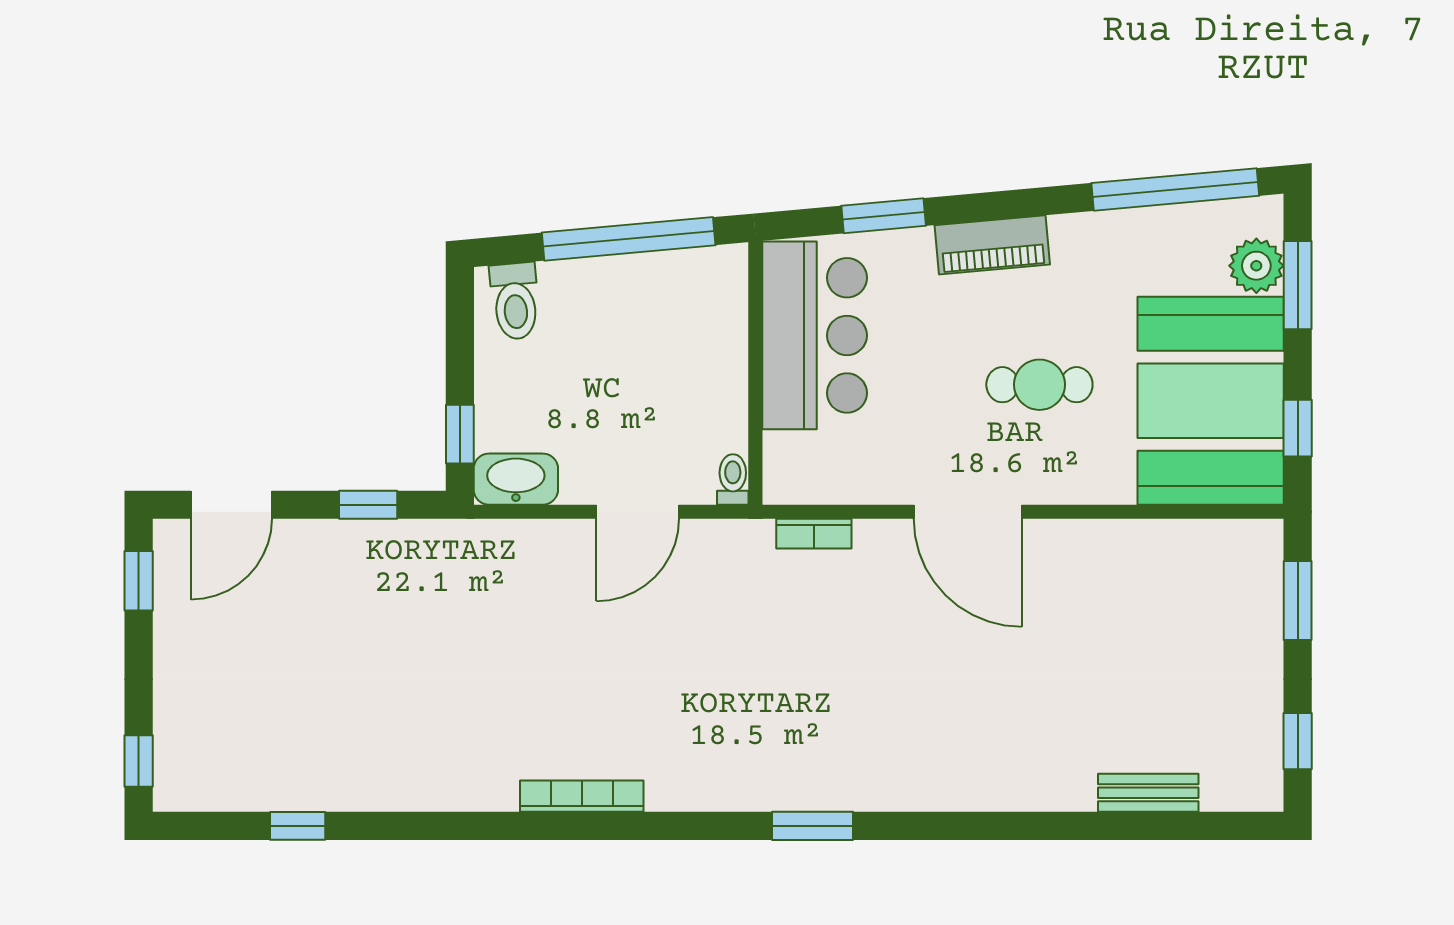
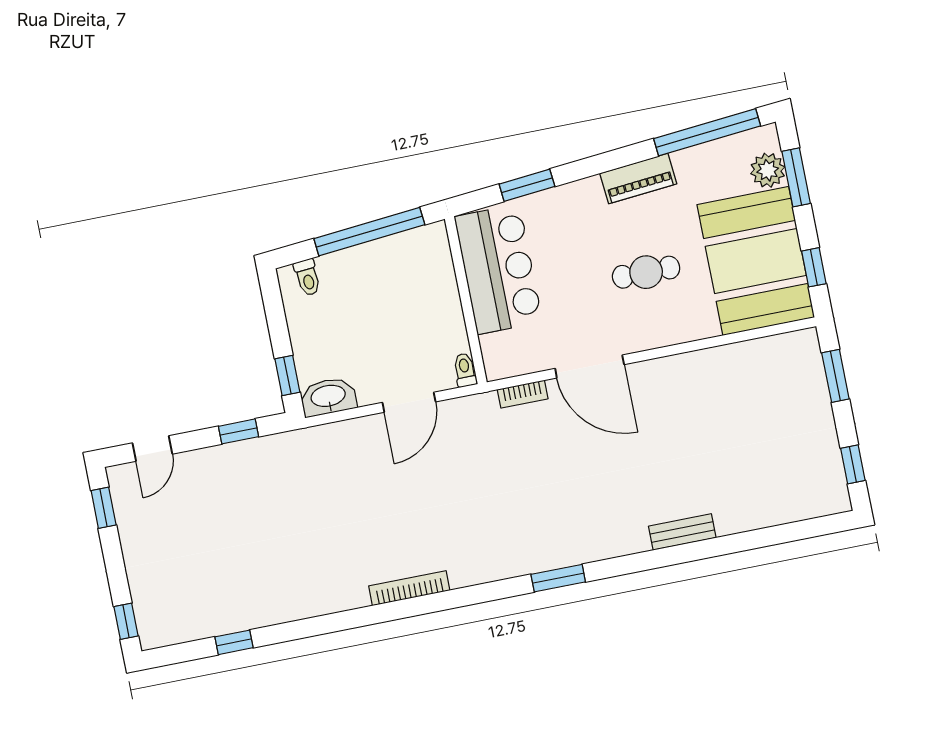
piano: (992, 245) -> (638, 179), moved
toilet: (515, 301) -> (307, 277), width x0.73, depth x0.72
door: (231, 505) -> (152, 448), width x0.73
door: (968, 512) -> (590, 366), moved
bench: (1148, 793) -> (682, 532), moved

